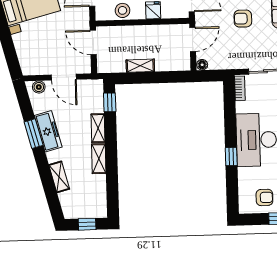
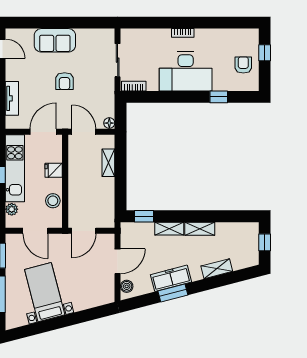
shelving: (140, 66) -> (108, 163), moved
window: (231, 157) -> (219, 97), moved

